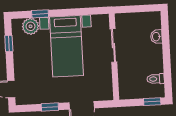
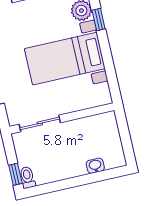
sliding door: (113, 46) -> (40, 123), moved
toilet: (156, 79) -> (27, 177), moved

